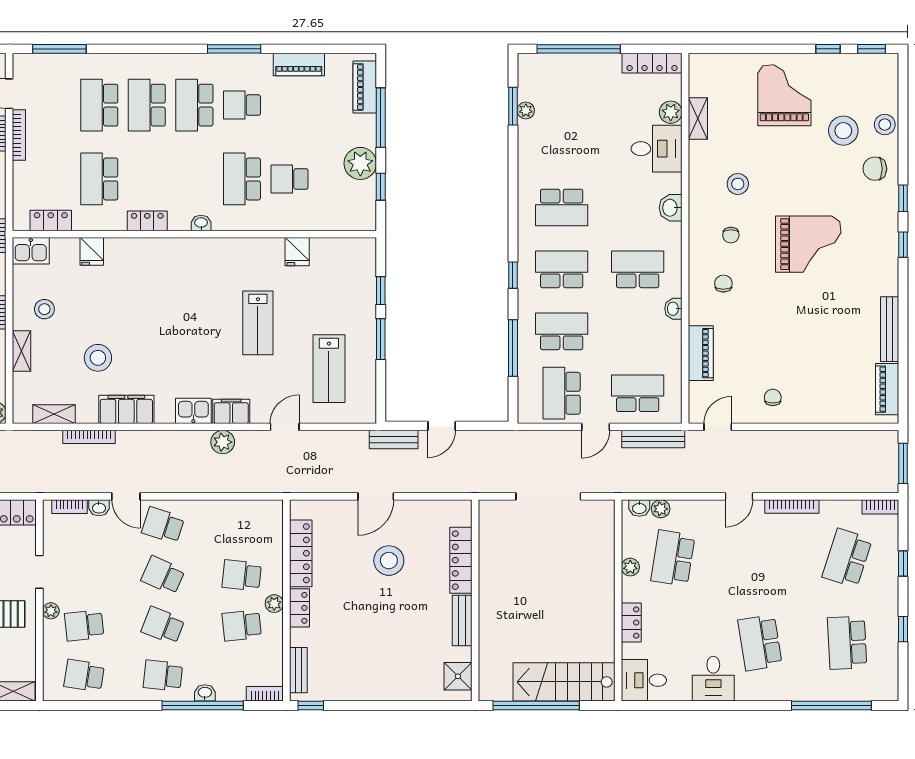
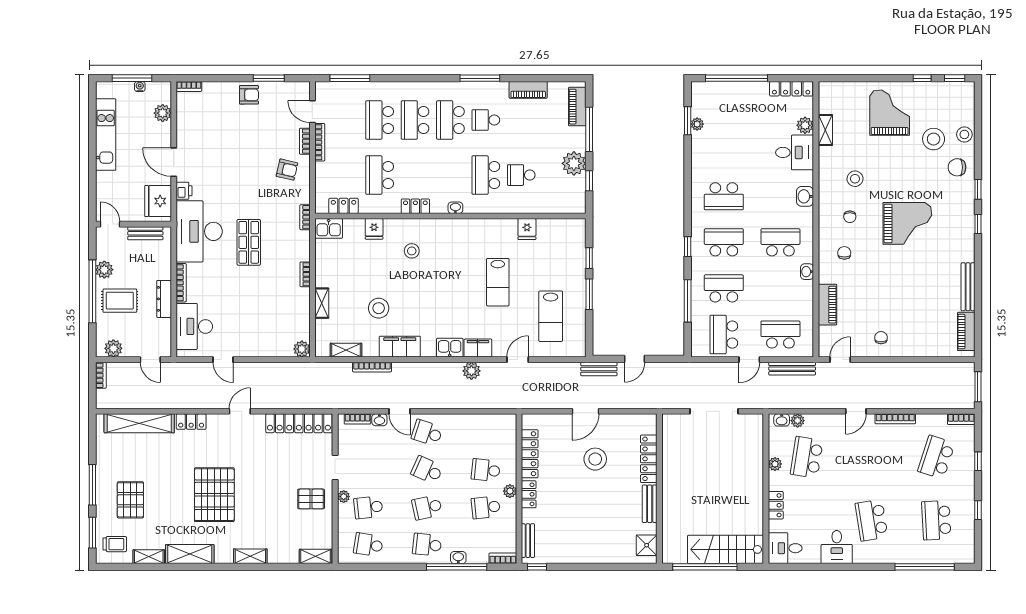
stool: (44, 309) -> (412, 251), moved
school desk: (163, 625) -> (427, 507), turned -33

